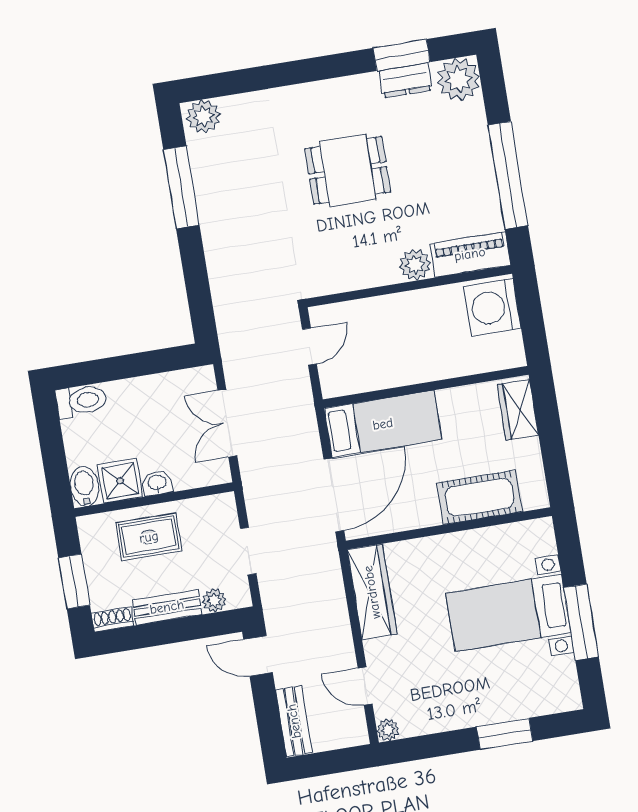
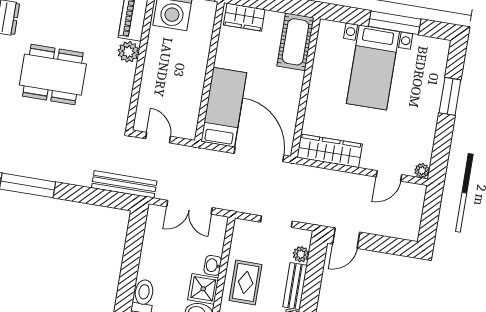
dining table: (348, 170) -> (53, 75), width x1.38
cot: (479, 497) -> (295, 42), moved
bench: (294, 721) -> (124, 184), moved, width x1.36

